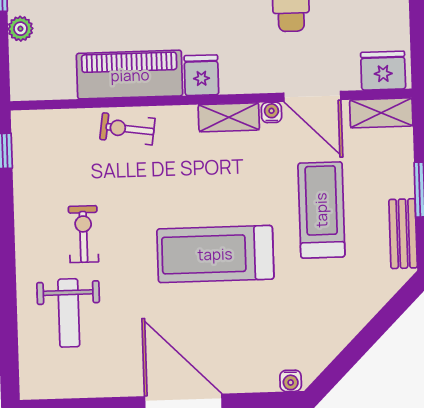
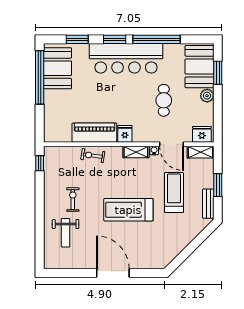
plant: (20, 29) -> (49, 112), removed
water cooler: (291, 381) -> (159, 264), removed

